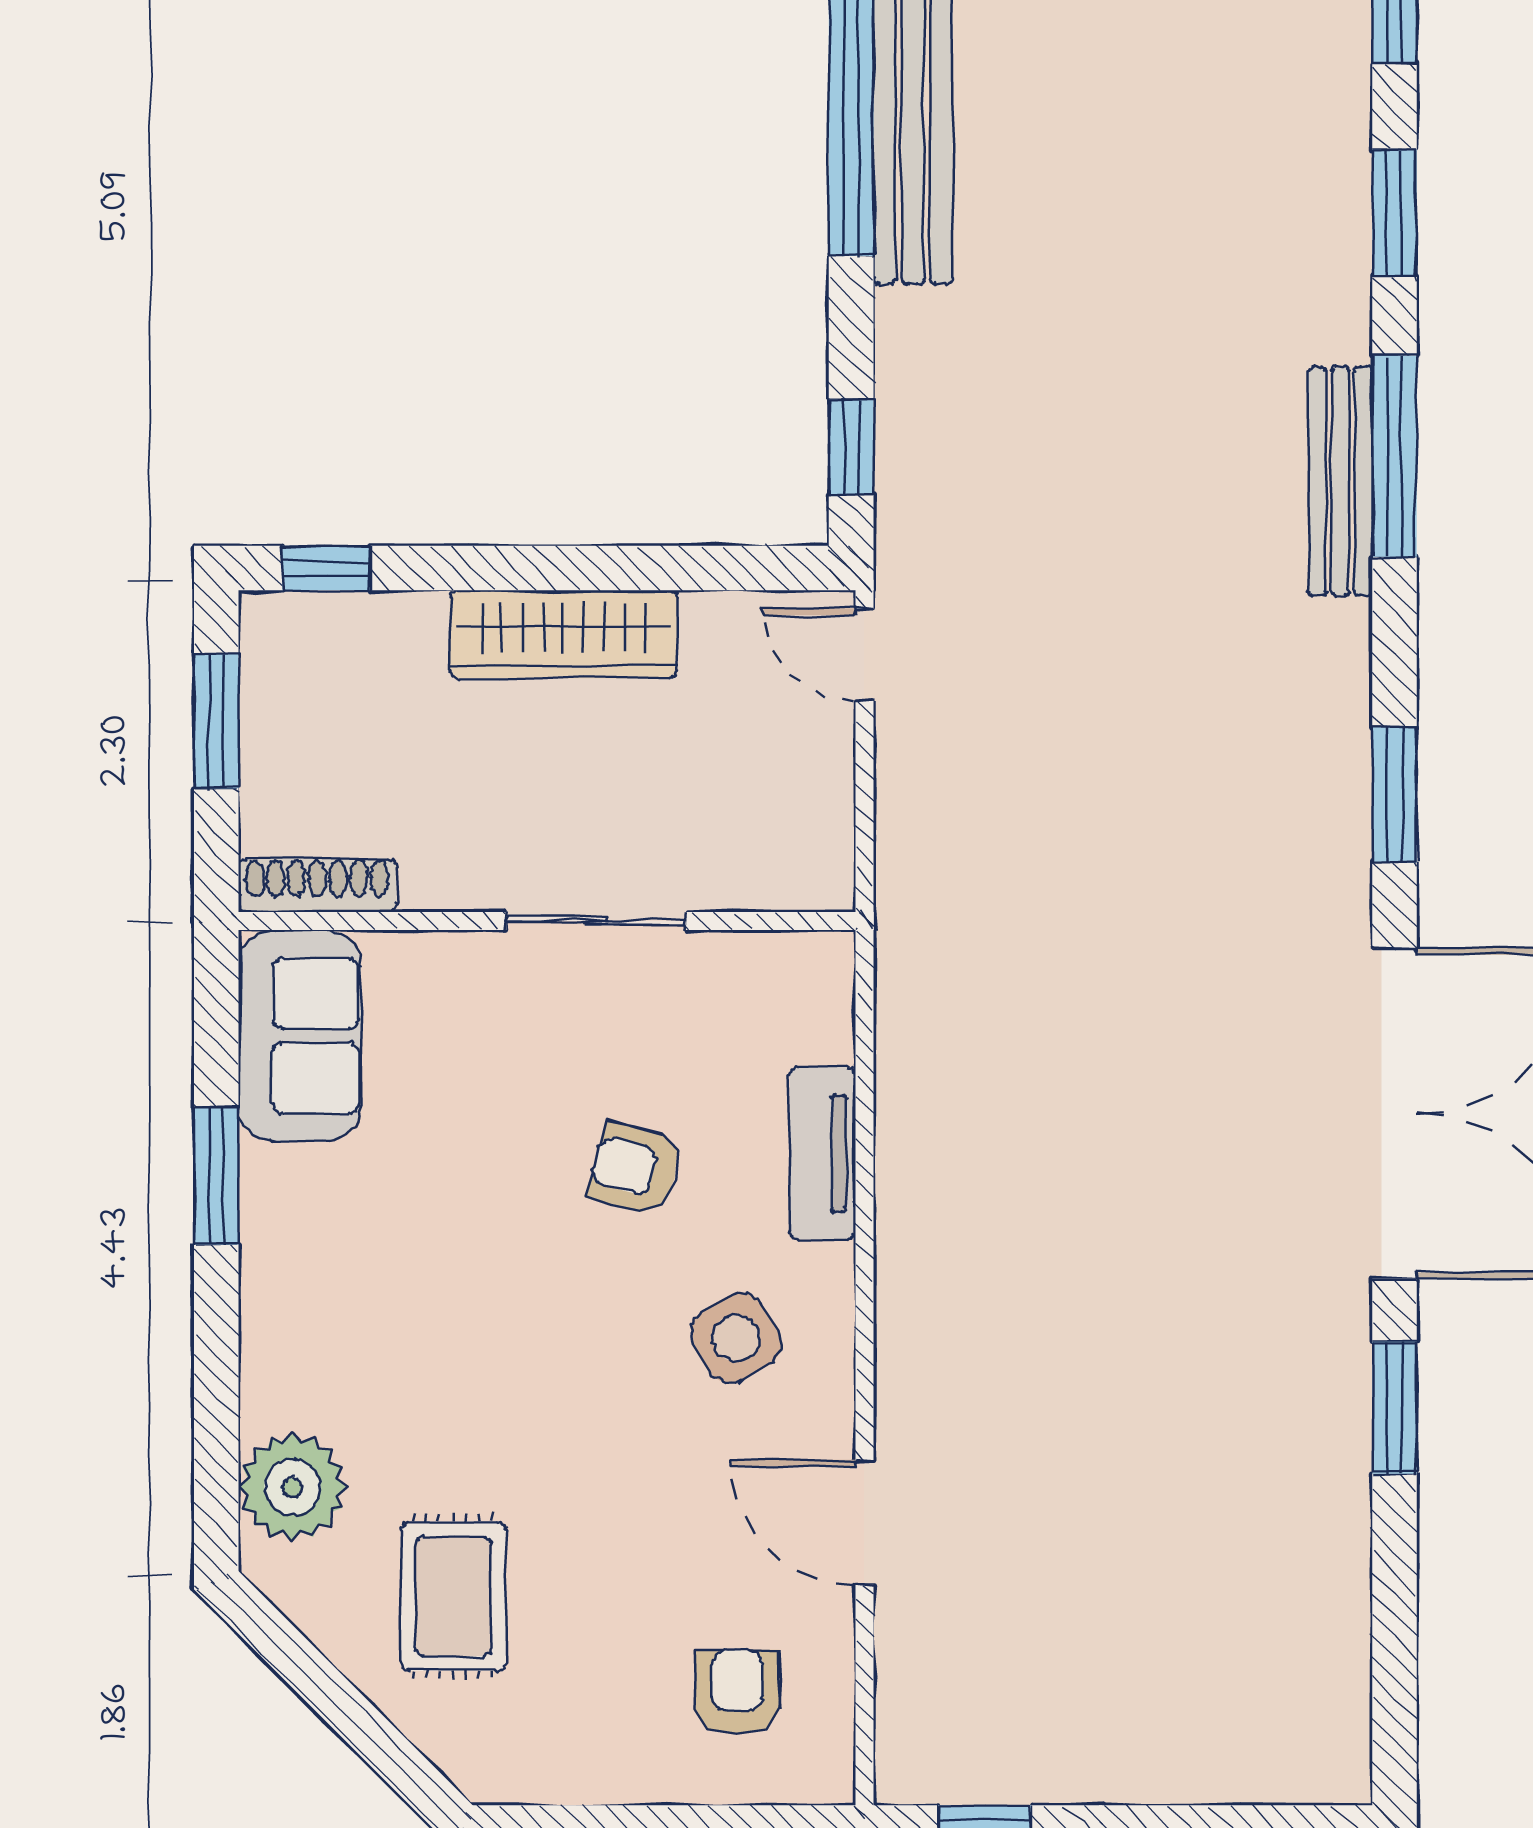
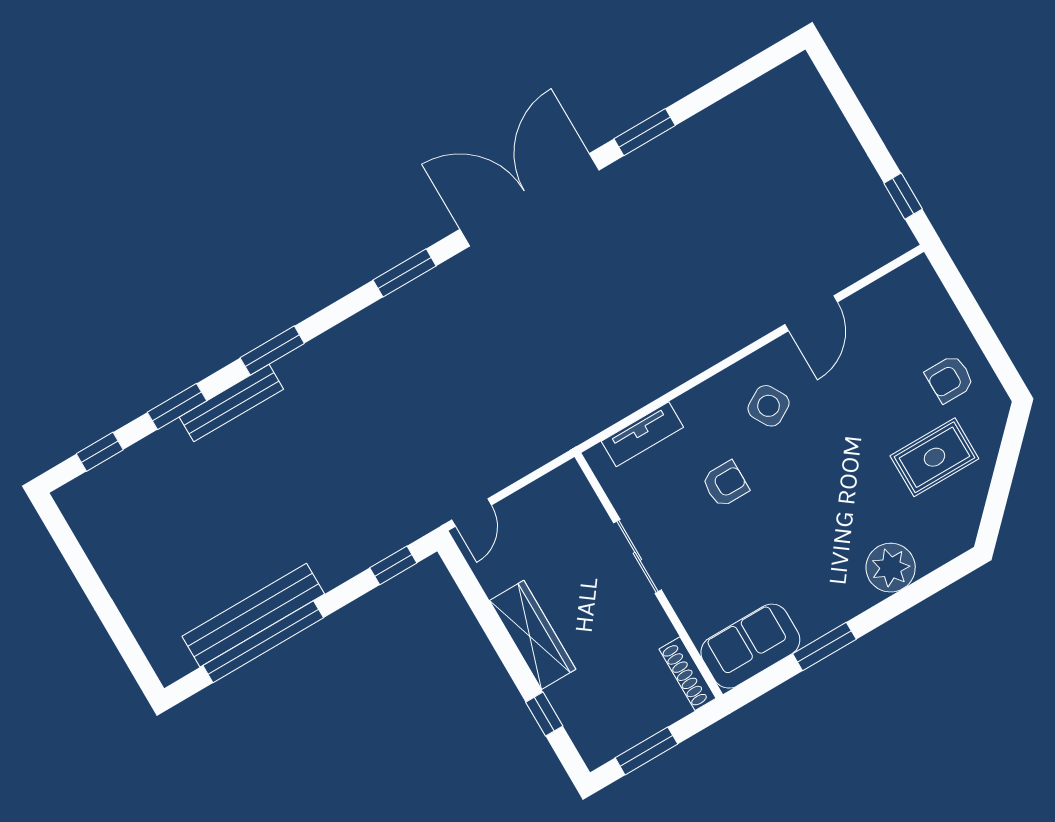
window: (1394, 456) -> (272, 351), width x0.69
bench: (1340, 481) -> (231, 403), moved
window: (326, 568) -> (544, 714), moved
tv unit: (823, 1153) -> (642, 434), moved
armchair: (636, 1169) -> (725, 484), turned -105
plant: (292, 1487) -> (891, 568), moved
armchair: (737, 1692) -> (950, 379), moved

